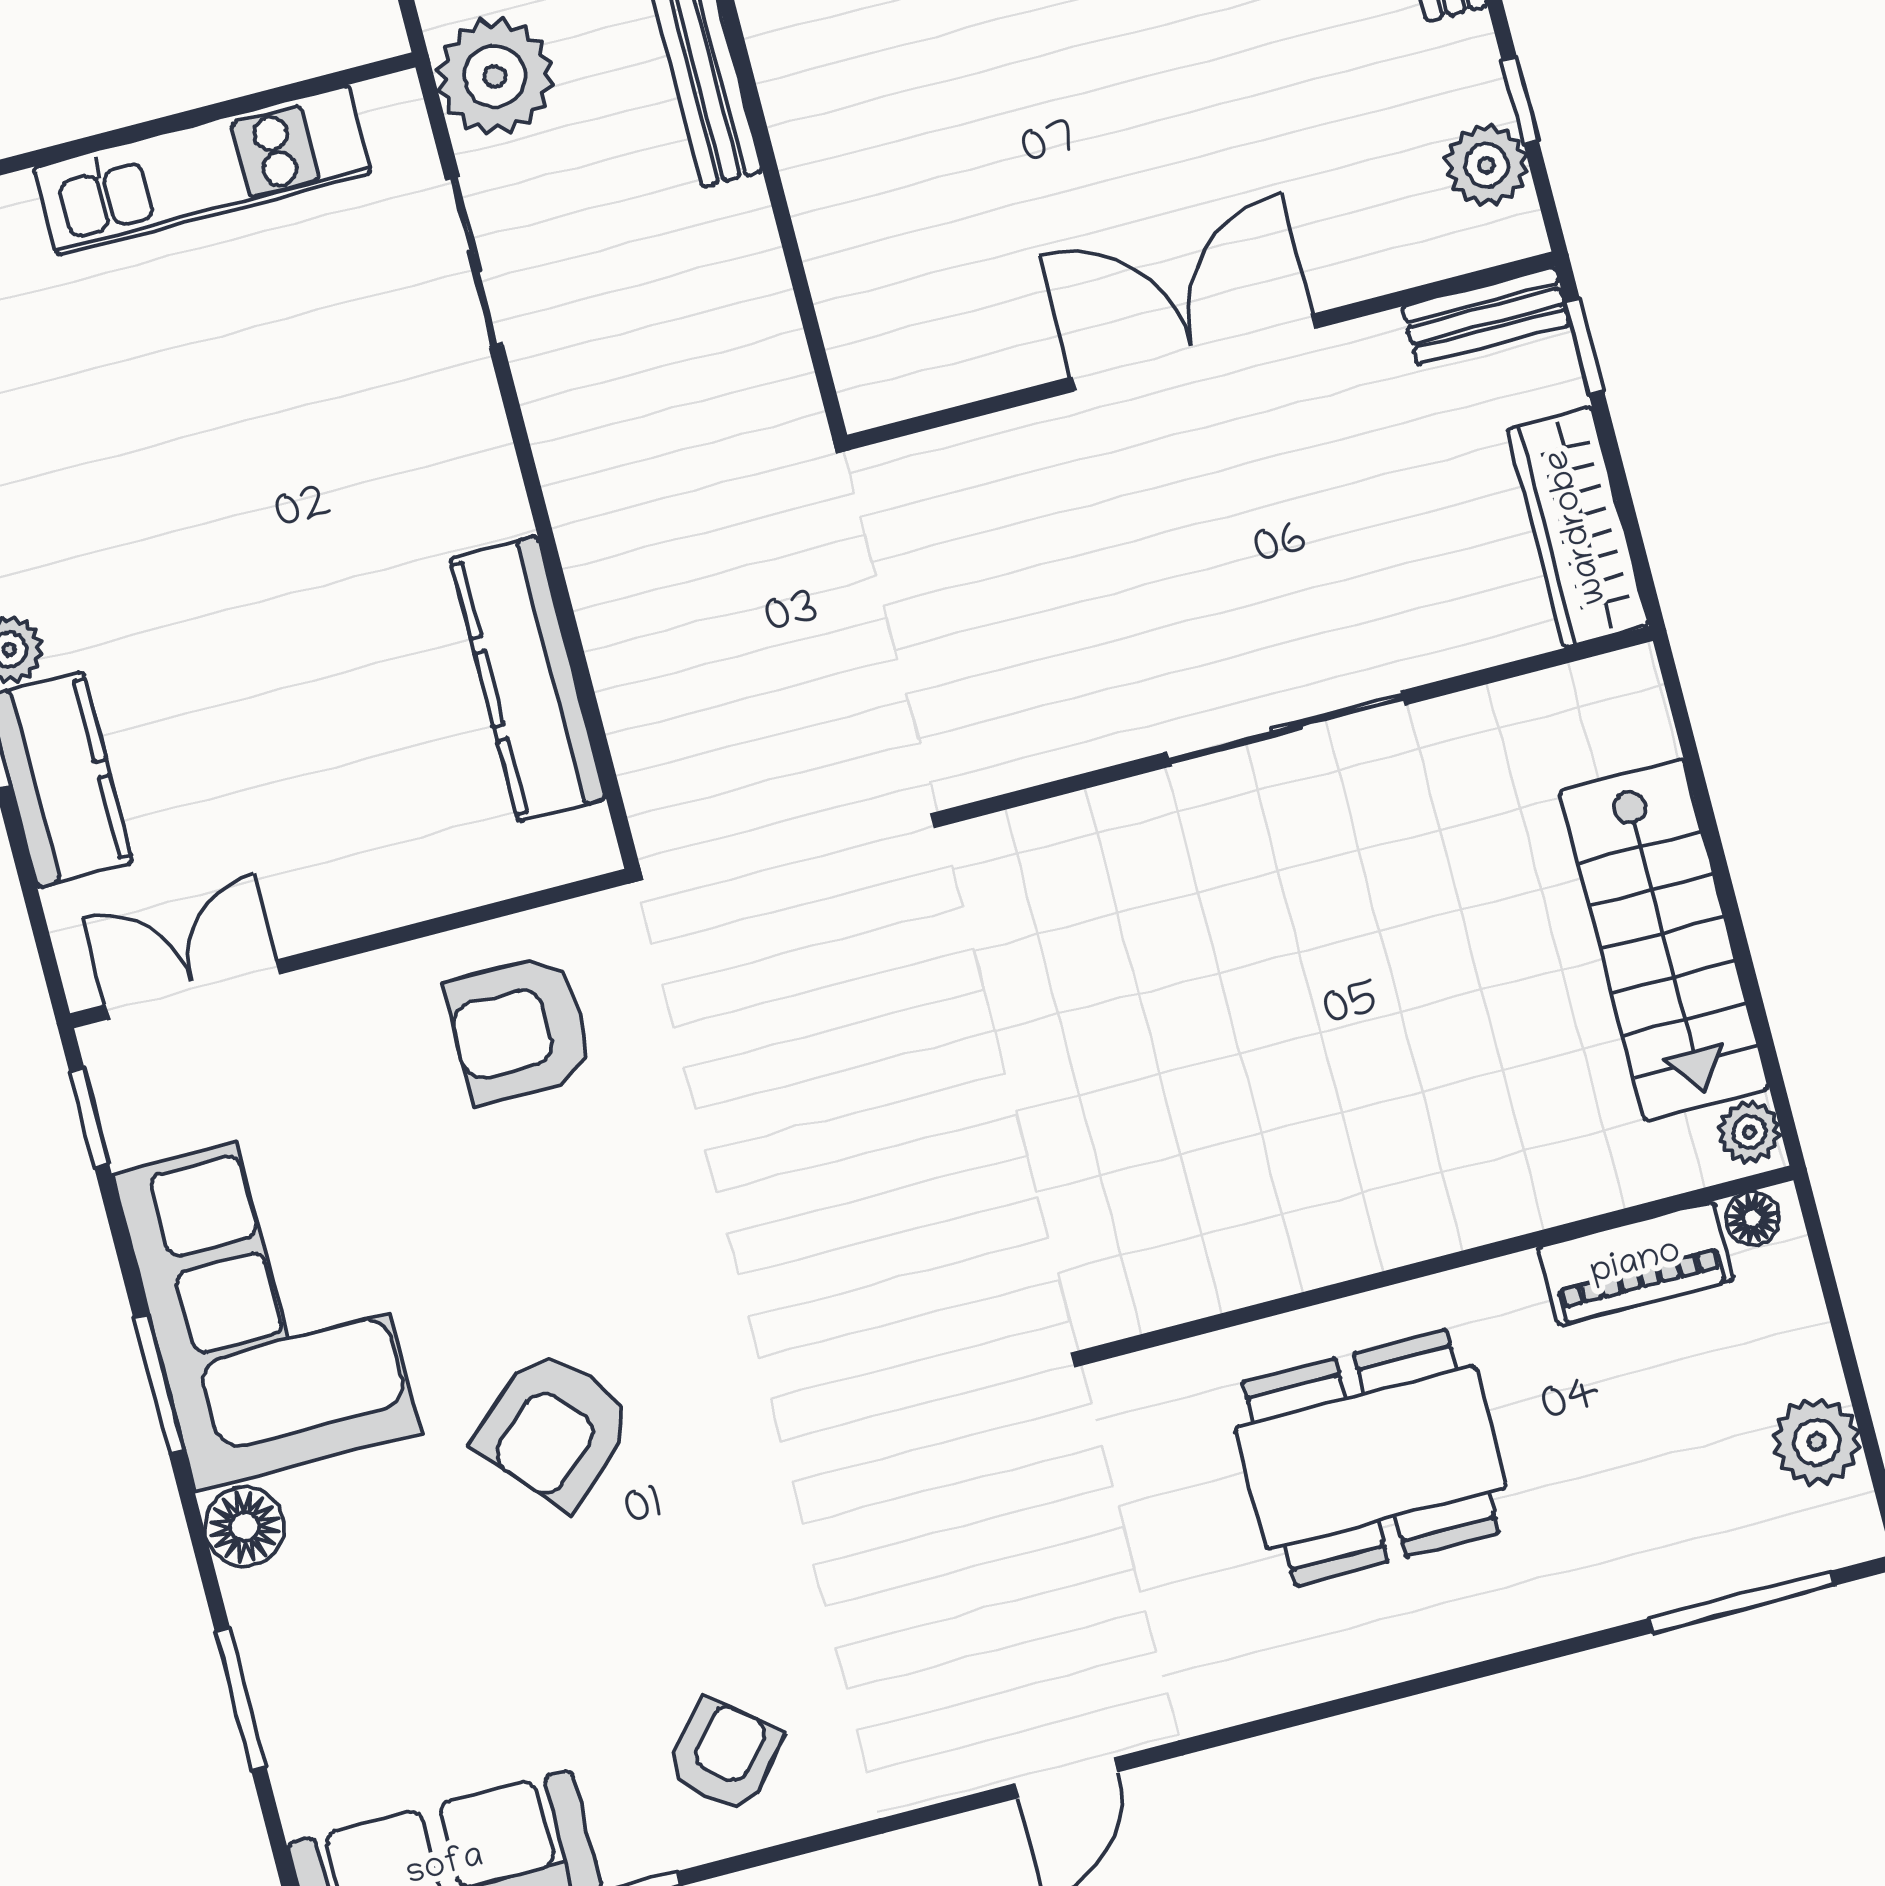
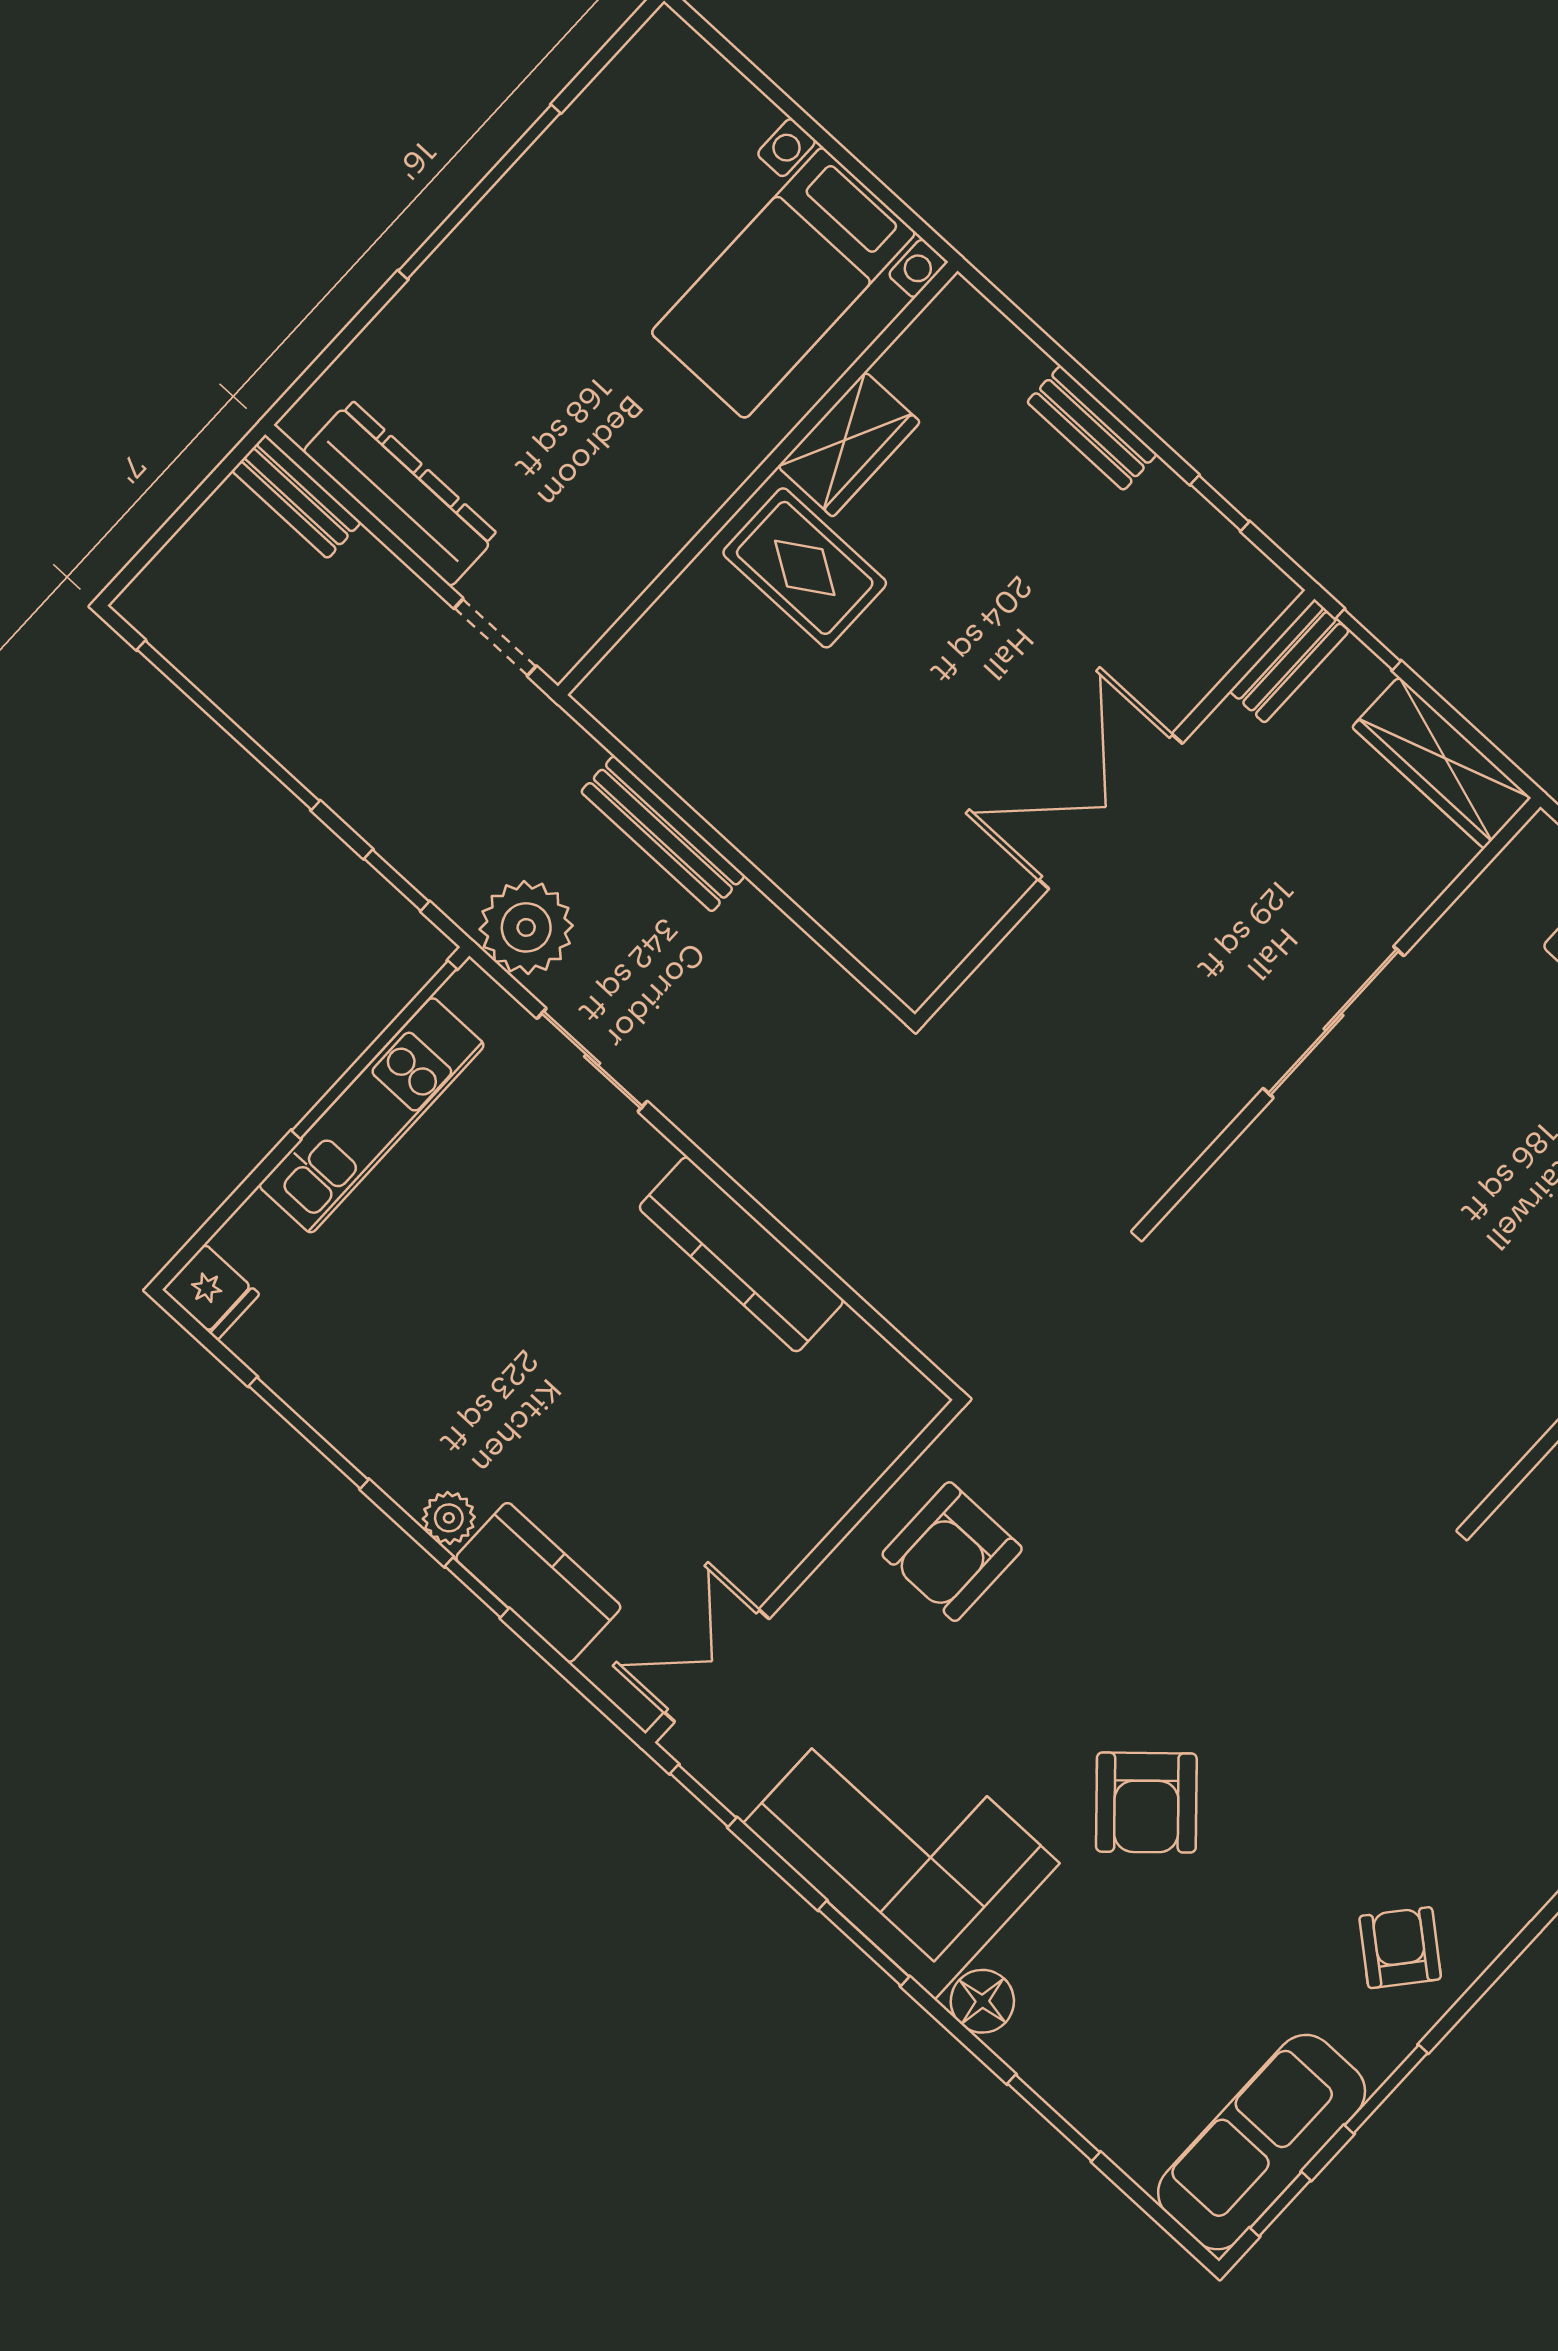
window: (250, 102) -> (374, 1050), added
plant: (1487, 165) -> (1225, 561), removed
kitchen counter: (528, 679) -> (741, 1254), moved

